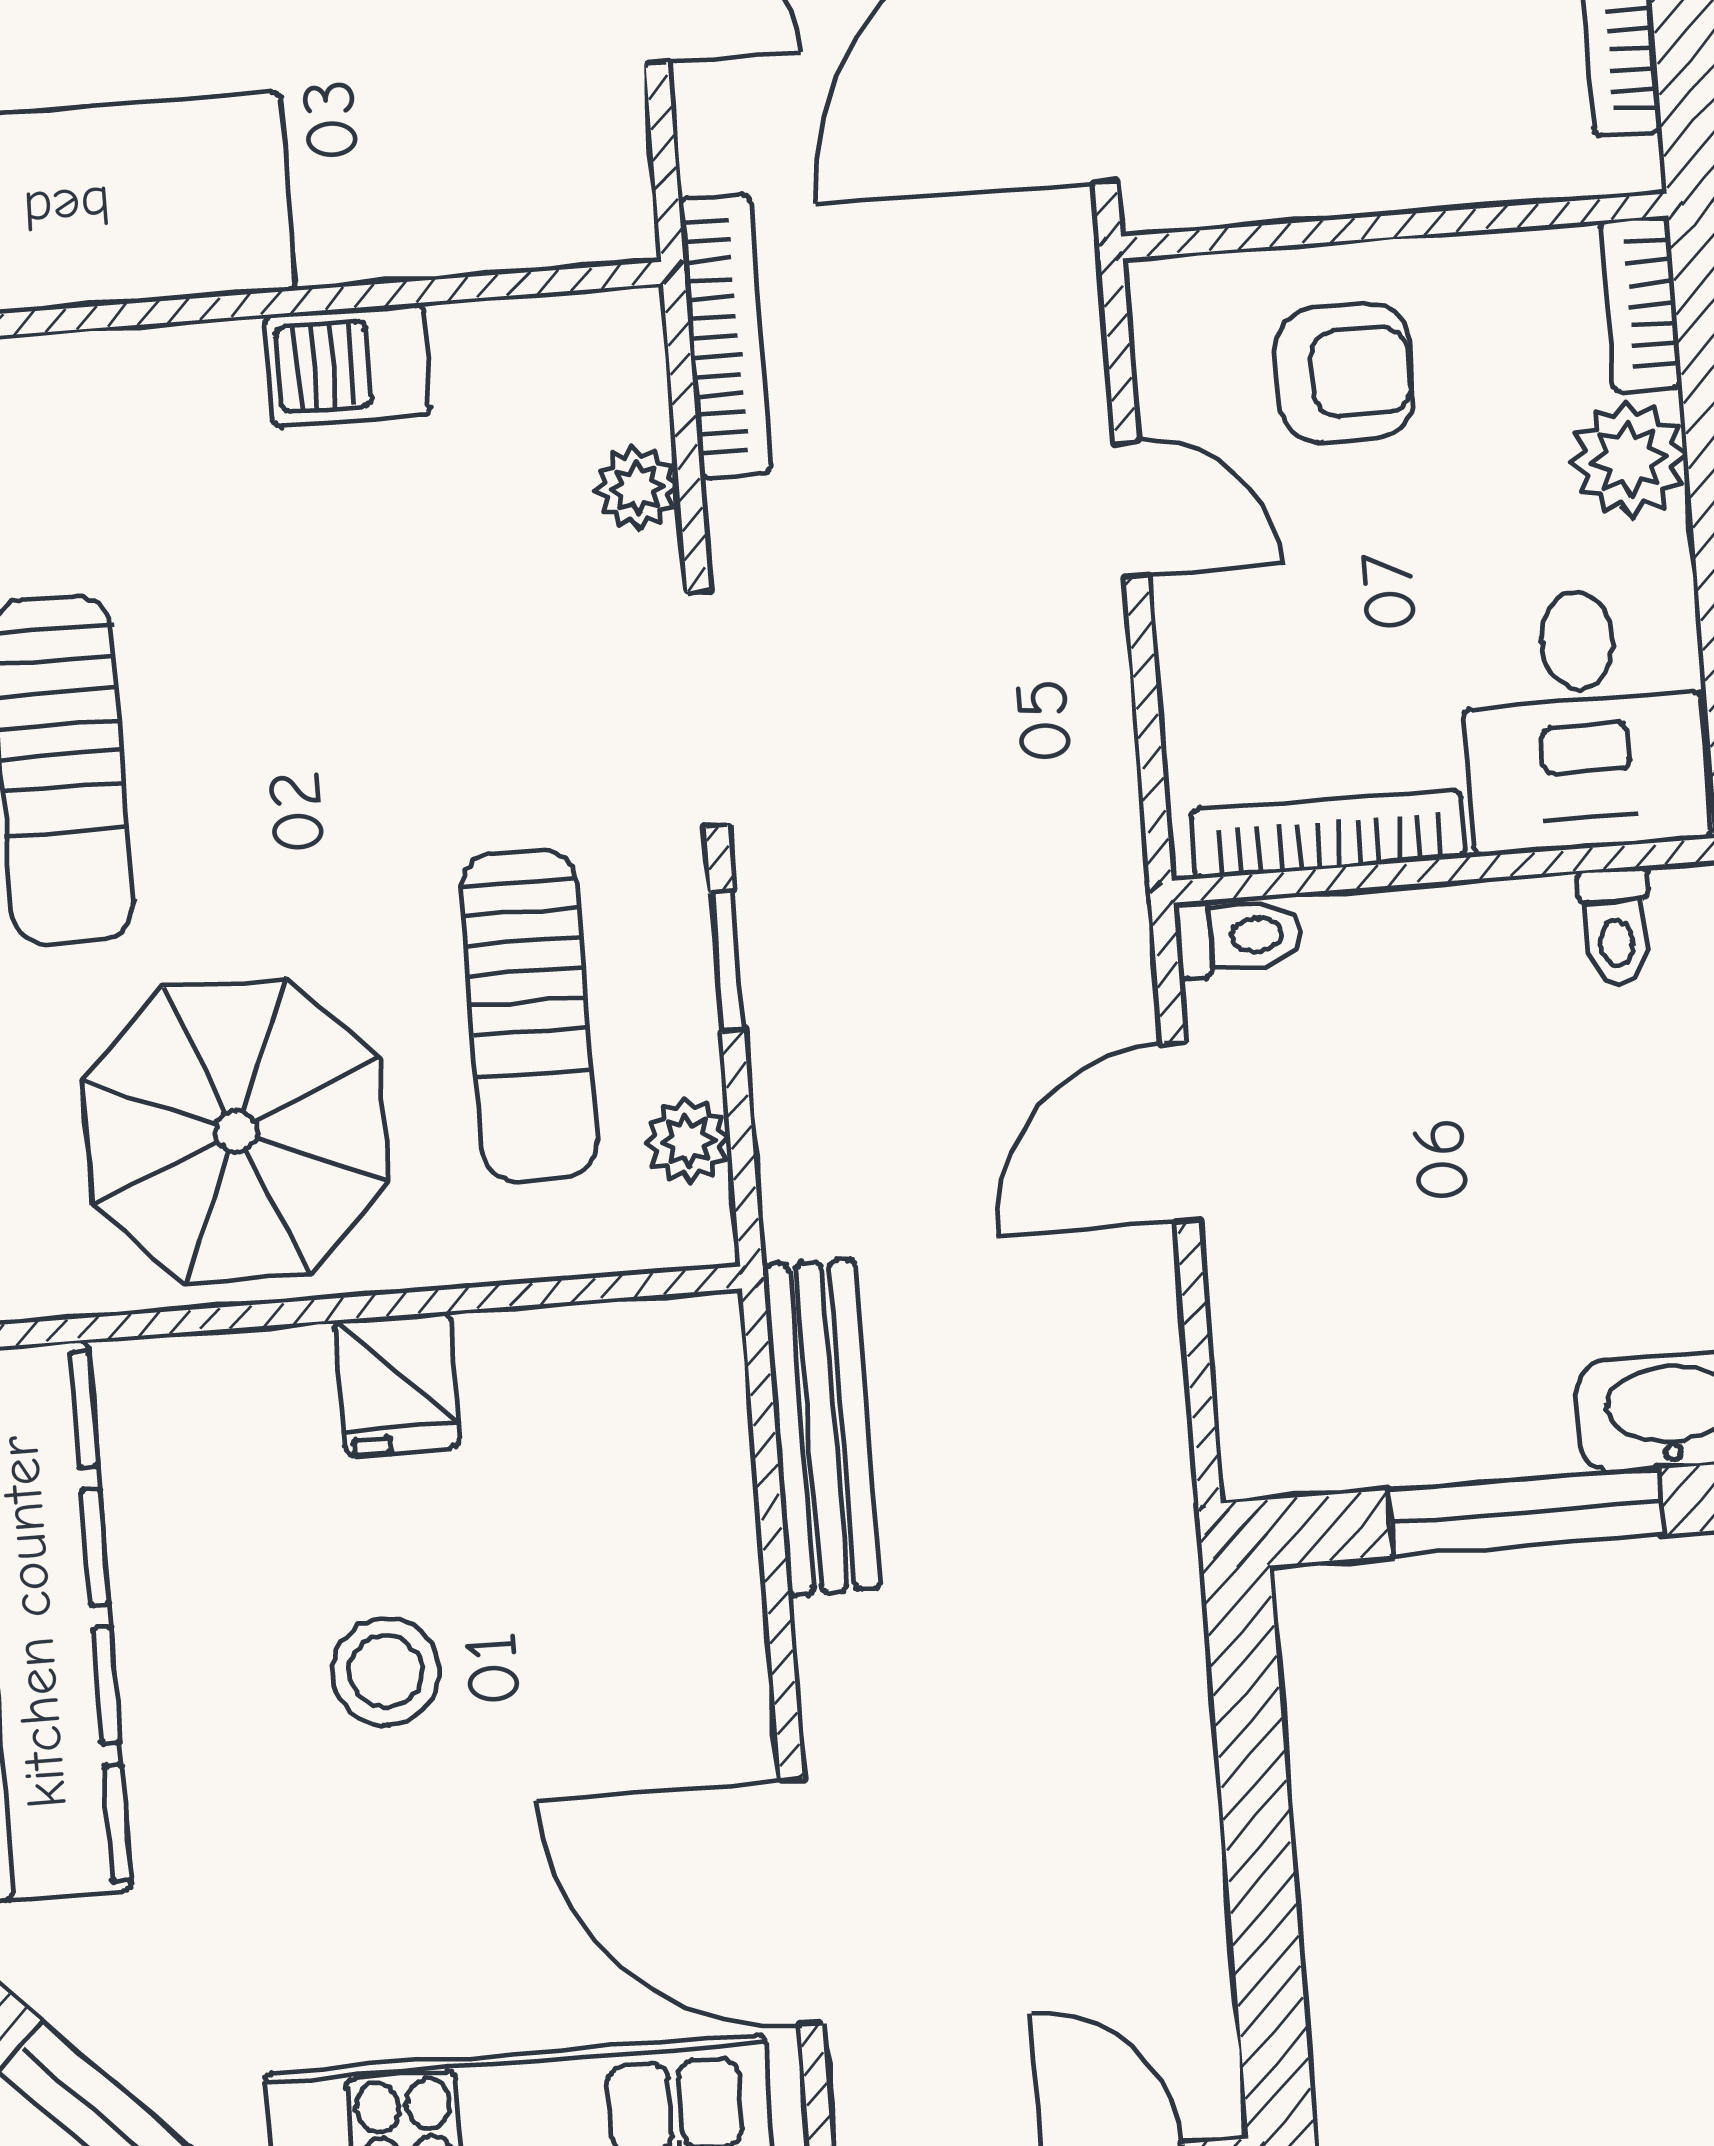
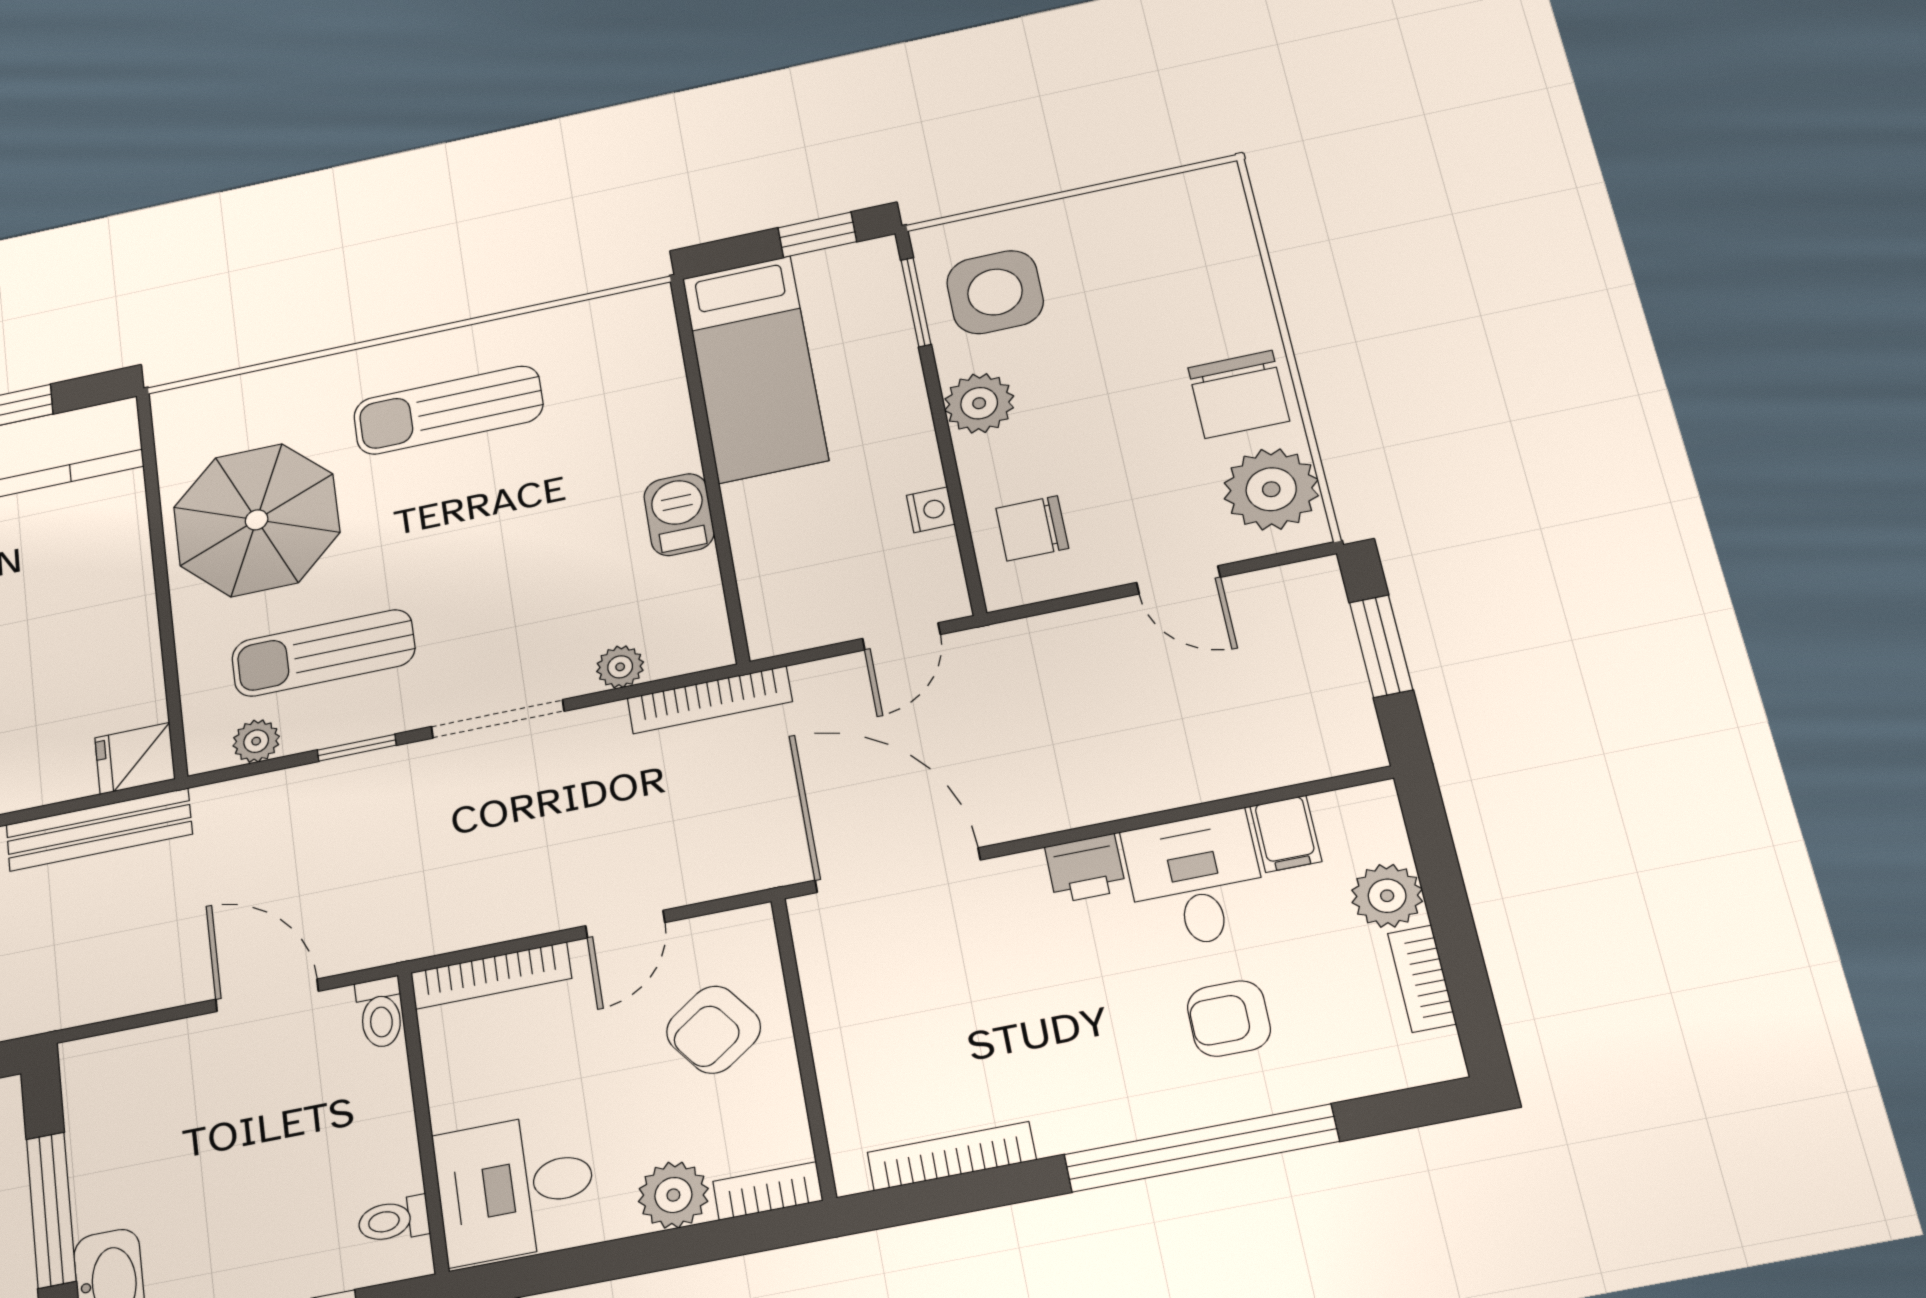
armchair: (1344, 373) -> (714, 1030), turned 54
bookcase: (1328, 834) -> (491, 975), moved, turned 90
fridge: (397, 1384) -> (135, 758), moved

